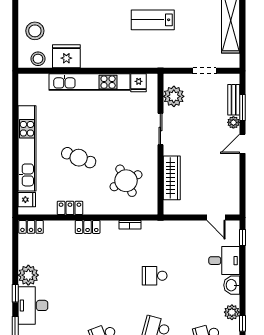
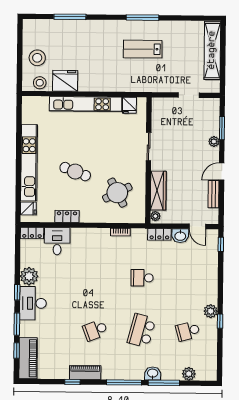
plant: (174, 96) -> (155, 216), moved, width x0.53, depth x0.53
bench: (234, 100) -> (214, 194), moved
door: (242, 144) -> (222, 172), moved
locker: (88, 227) -> (159, 234), moved
desk: (224, 261) -> (57, 241), moved, turned -90
washbasin: (232, 285) -> (180, 236), moved, turned -90

